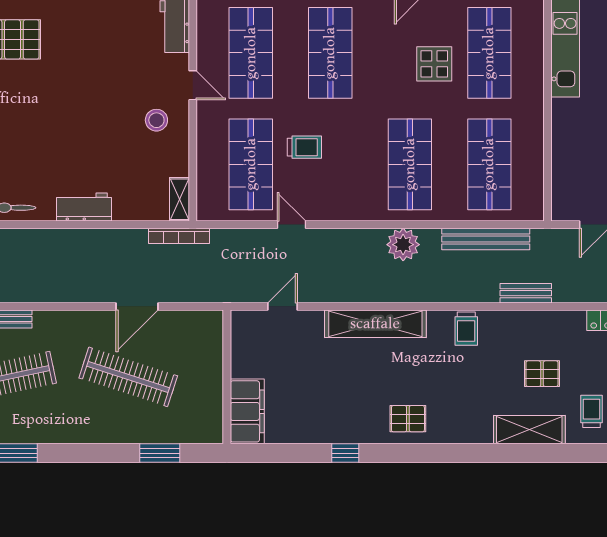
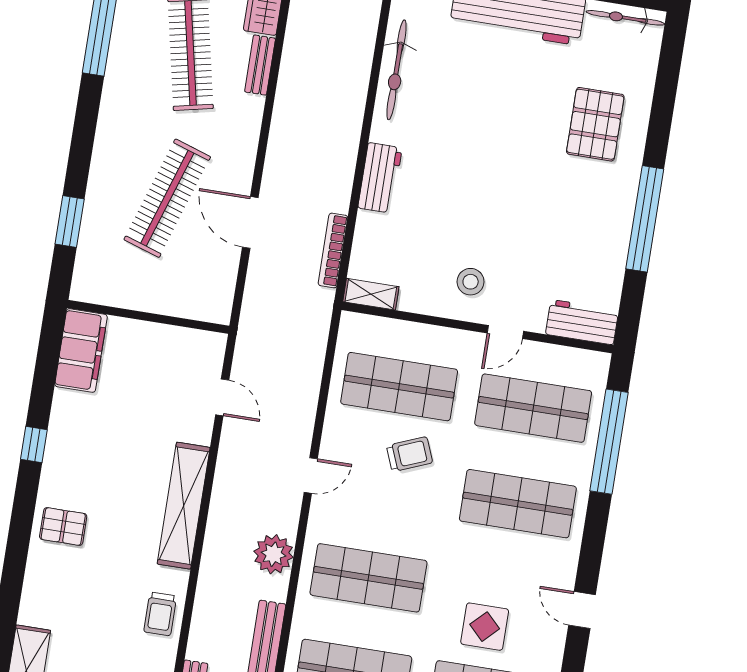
trolley: (304, 147) -> (409, 454), turned -112
door: (291, 225) -> (311, 475), moved
bookcase: (179, 236) -> (333, 250), moved
trolley: (466, 329) -> (160, 614), turned -90
filing cabinet: (247, 411) -> (81, 350), moved, turned -90
pallet: (408, 419) -> (63, 527), turned 90

